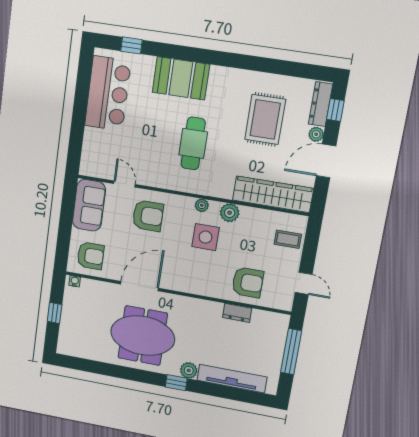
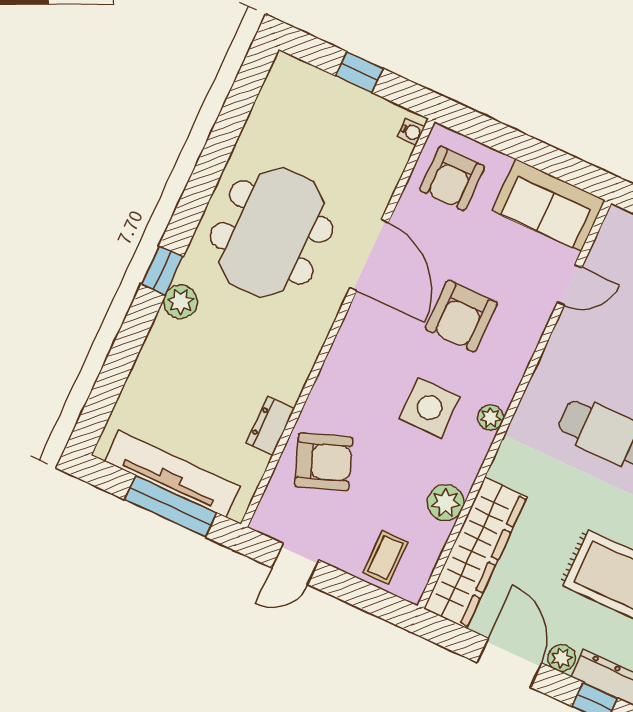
plant: (230, 213) -> (446, 503), moved
armchair: (148, 216) -> (461, 316), moved
armchair: (248, 282) -> (324, 462), turned -110
tv unit: (232, 379) -> (172, 474), moved, turned -90

